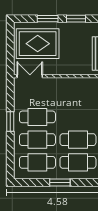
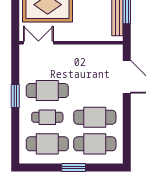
cafe table: (37, 140) -> (47, 117), width x0.73, depth x0.74

